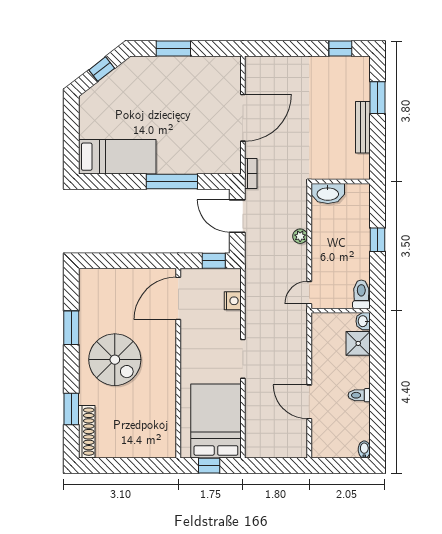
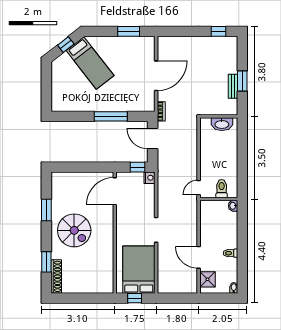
window: (173, 49) -> (129, 31), moved
window: (378, 98) -> (242, 81), moved
bench: (363, 127) -> (233, 86), width x0.73
bed: (117, 157) -> (90, 63), moved, turned 52
washbasin: (328, 193) -> (222, 124), moved
plant: (300, 236) -> (193, 151), removed
window: (378, 240) -> (242, 154), removed
toilet: (361, 294) -> (222, 189), moved
nightstand: (233, 301) -> (150, 178), moved
shower: (358, 343) -> (207, 279), moved

